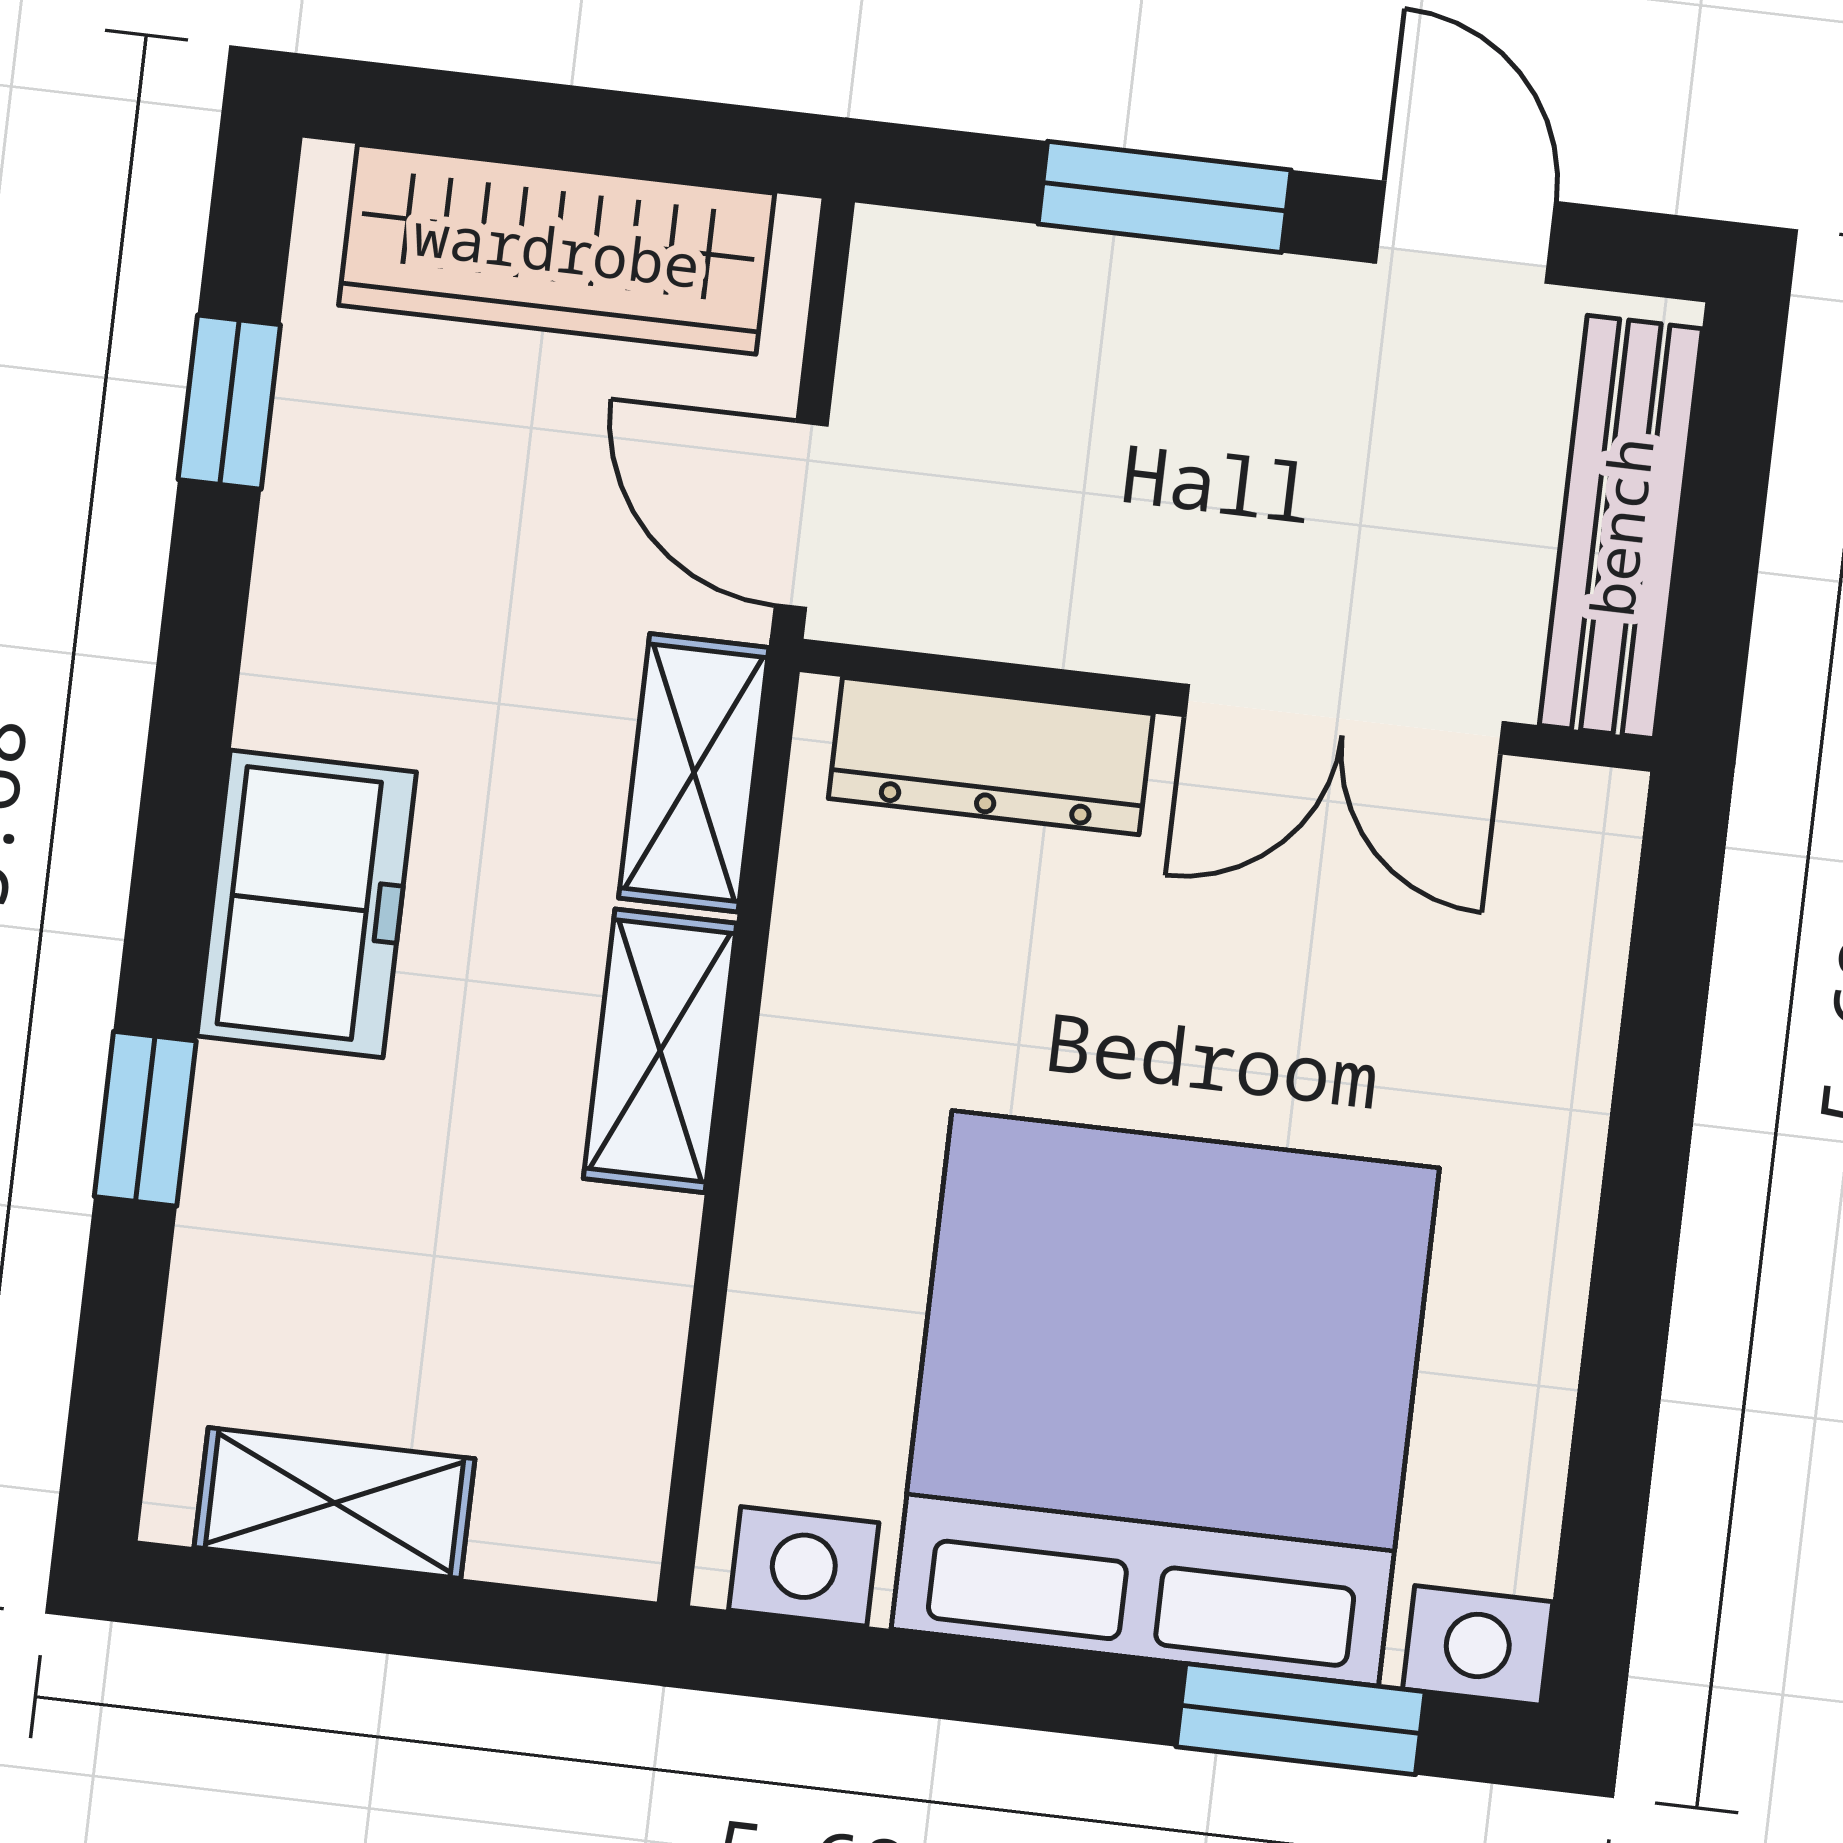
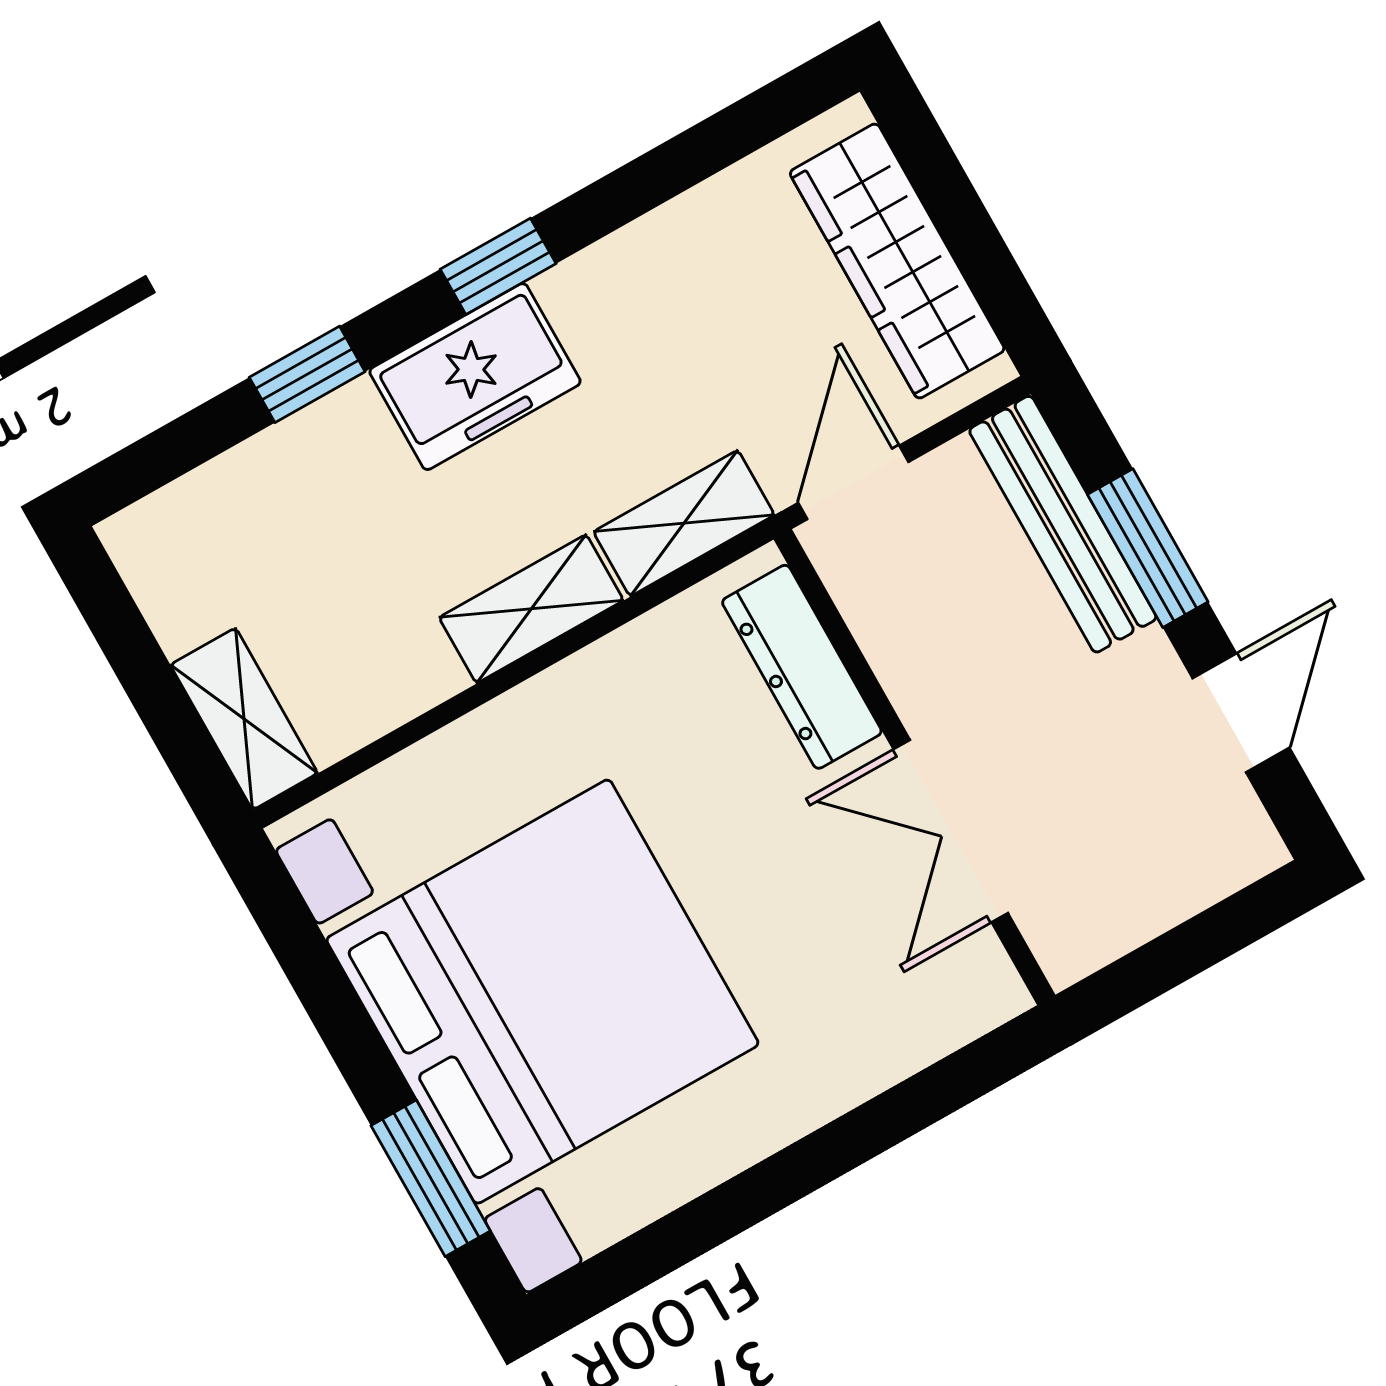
window: (229, 402) -> (498, 266), moved
bench: (1621, 527) -> (1063, 524), moved, turned 90
shelving: (334, 1503) -> (244, 719), moved

